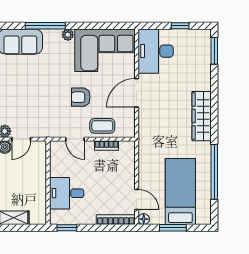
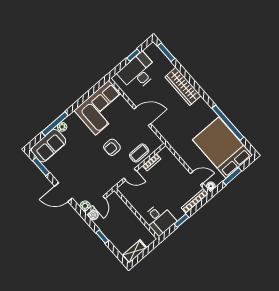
plant: (68, 35) -> (62, 127), moved
desk: (156, 51) -> (138, 72), moved, turned 90
door: (137, 93) -> (142, 116), swing flipped
wardrobe: (202, 116) -> (183, 86), moved
bed: (180, 191) -> (222, 148), width x1.50
desk: (67, 193) -> (159, 219), moved, turned -90
window: (67, 228) -> (181, 221), moved

